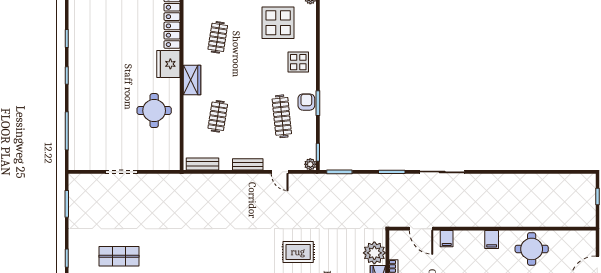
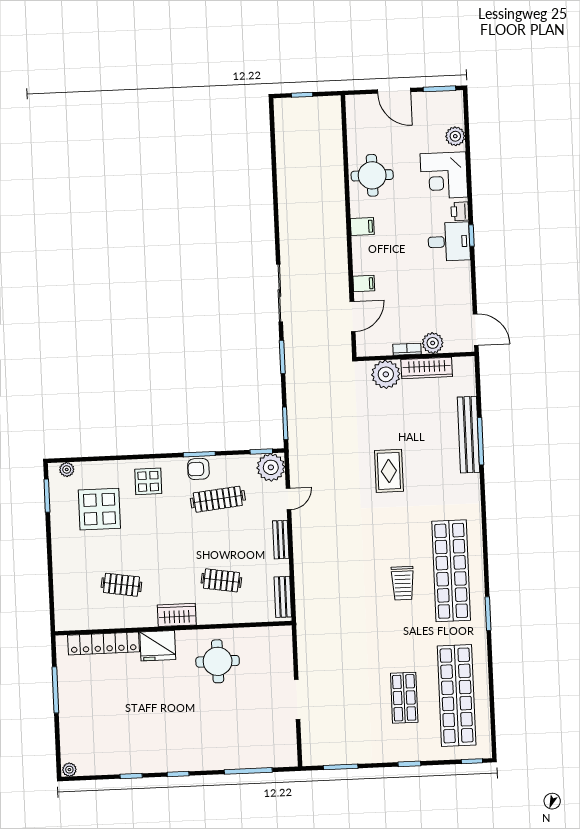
plant: (310, 164) -> (271, 467), width x1.88, depth x1.88
trolley: (209, 259) -> (403, 583), added

